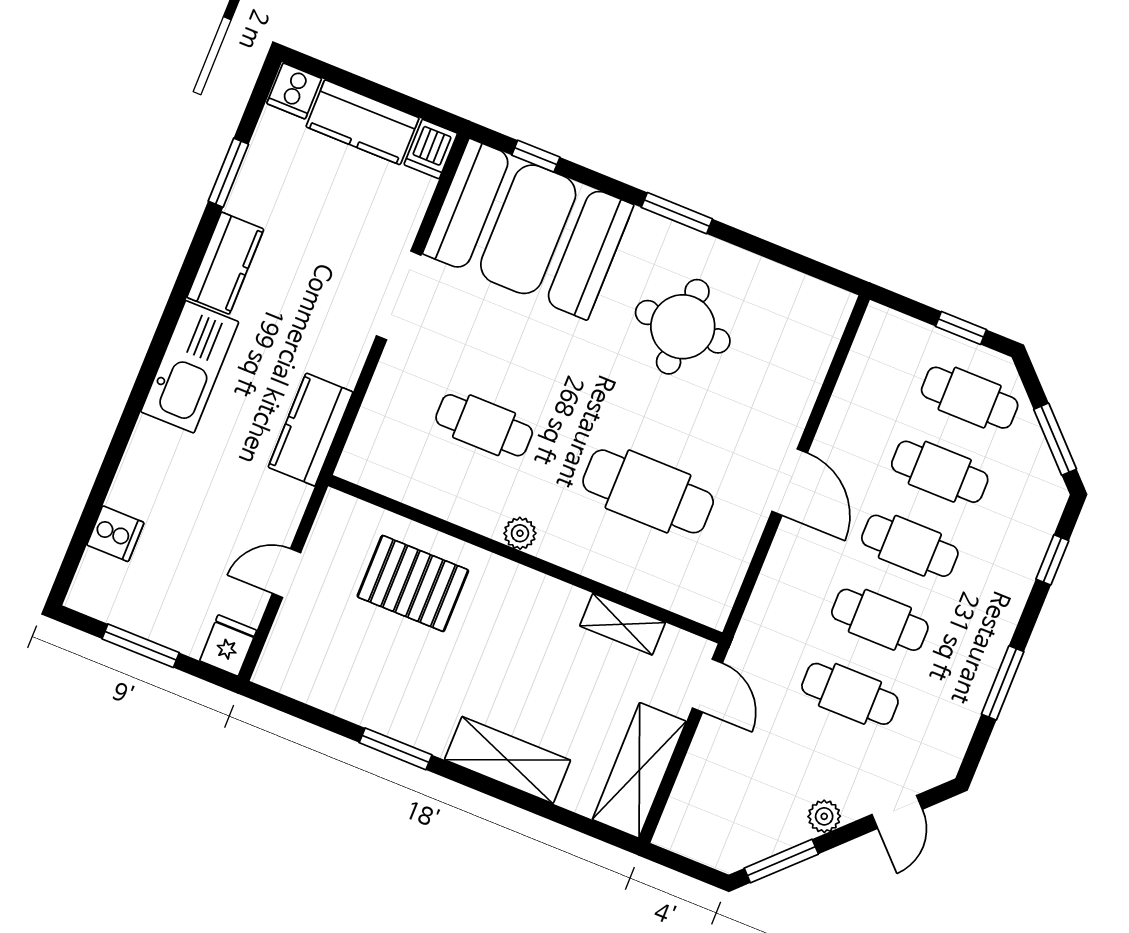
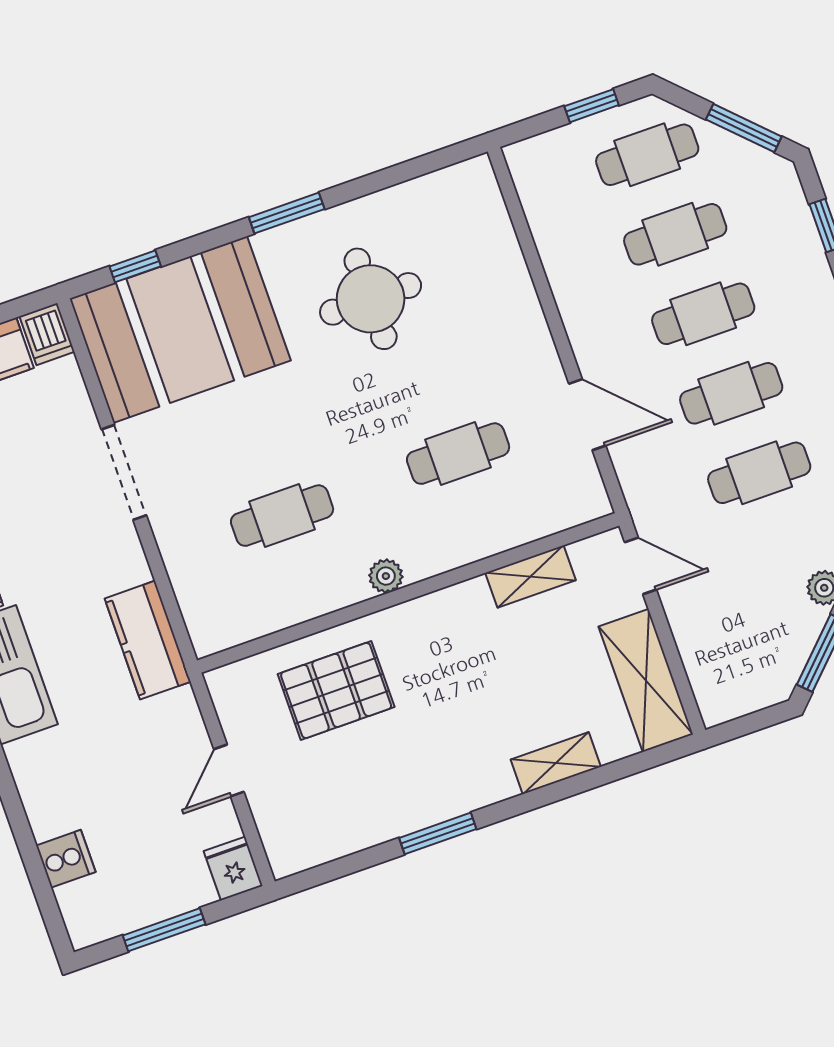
door: (790, 482) -> (587, 415), moved
cafe table: (648, 491) -> (458, 454), width x0.73, depth x0.74
shelving: (508, 760) -> (556, 763), width x0.67, depth x0.75

